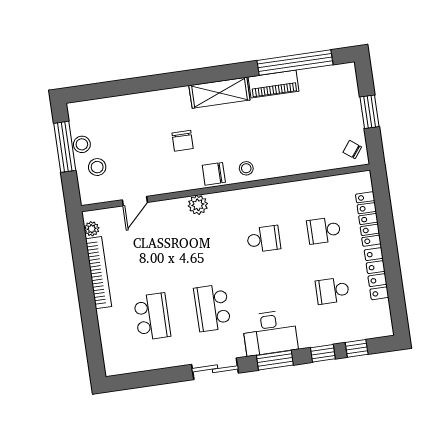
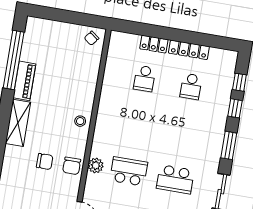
window: (369, 112) -> (68, 17), removed
chair: (214, 174) -> (72, 166), moved
locker: (368, 219) -> (154, 44), width x0.66
school desk: (264, 239) -> (129, 171), moved, width x1.85
desk: (270, 333) -> (207, 143), removed

